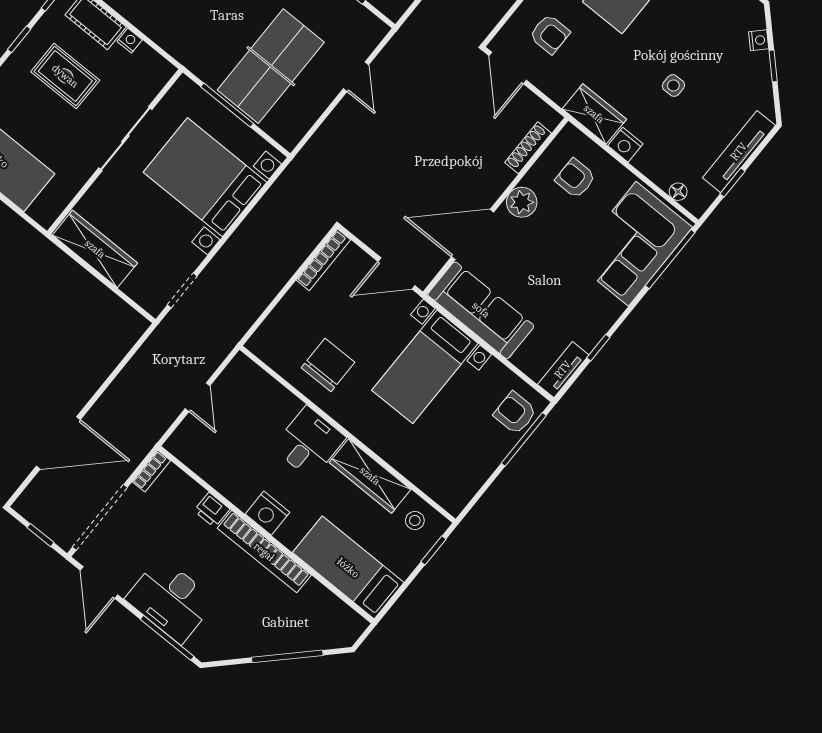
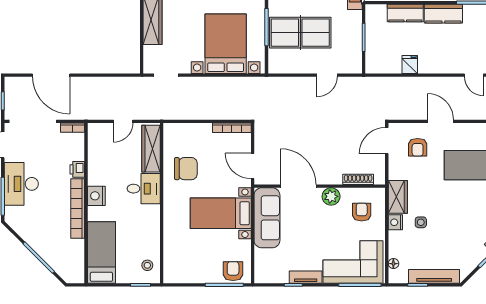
side table: (673, 86) -> (421, 222), moved
tv unit: (563, 370) -> (306, 277), moved
wardrobe: (370, 476) -> (151, 149), moved

